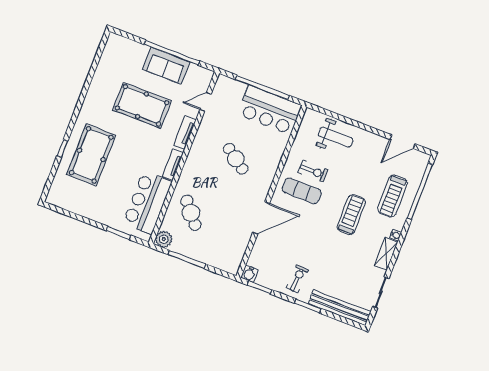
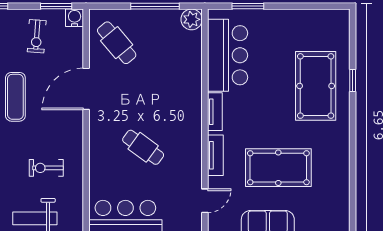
exercise mat: (302, 191) -> (15, 97), moved, turned 90
cafe table: (191, 213) -> (117, 43), moved
exercise bike: (297, 279) -> (37, 36), moved

